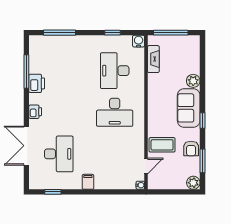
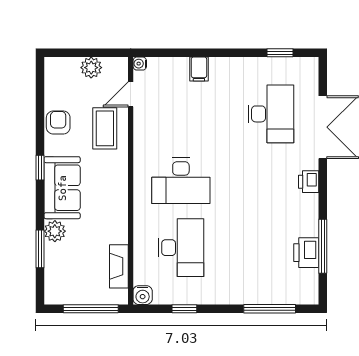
printer: (37, 83) -> (306, 253), moved
desk: (115, 112) -> (181, 181), turned 180
coffee table: (162, 145) -> (105, 128), turned 90
desk: (59, 154) -> (271, 114), turned 180
window: (202, 161) -> (40, 249), moved
filing cabinet: (88, 182) -> (199, 69), moved
plant: (193, 183) -> (91, 68), moved

